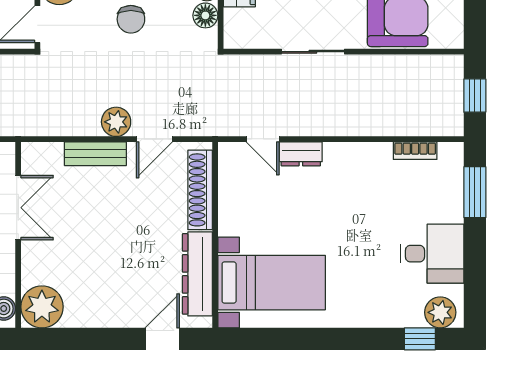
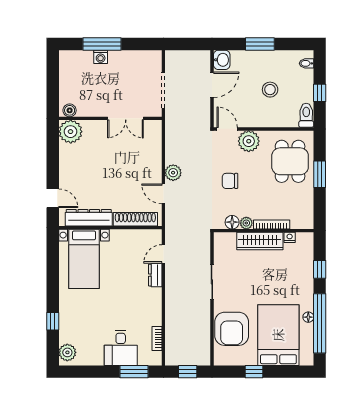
bench: (95, 154) -> (155, 161), removed
desk: (432, 254) -> (121, 348), moved
window: (420, 339) -> (53, 321), moved

